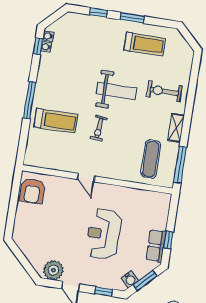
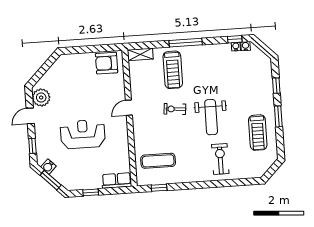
shelving: (176, 128) -> (140, 54), moved
window: (180, 165) -> (159, 188), width x0.46
row of seats: (156, 246) -> (117, 180), moved

